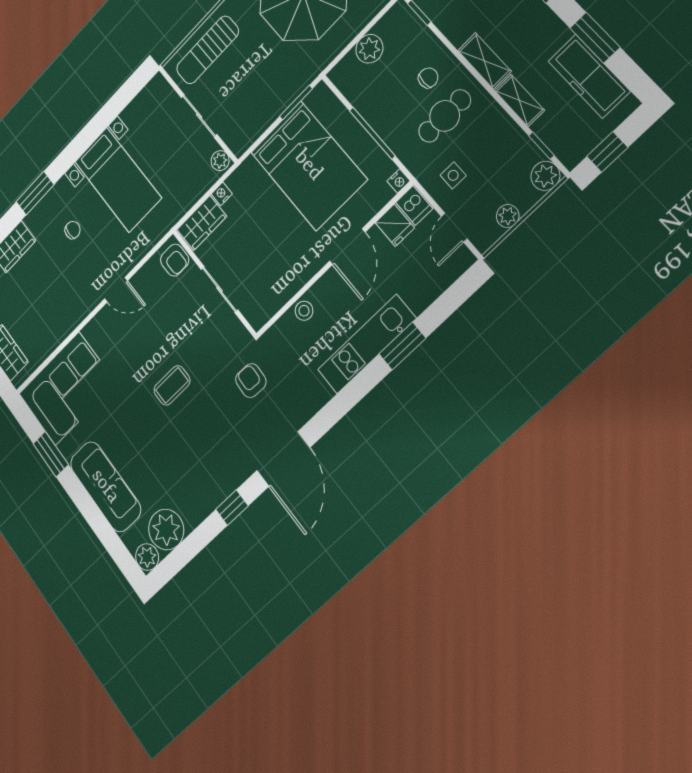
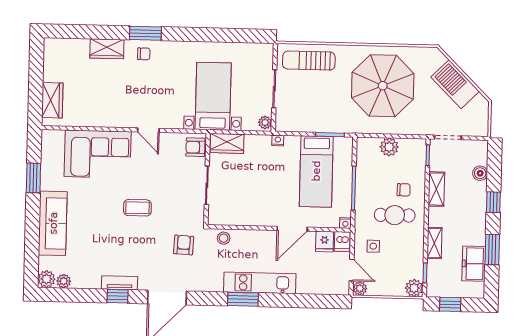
shelving: (484, 61) -> (436, 189), moved
freezer: (589, 76) -> (474, 264), width x0.71
bed: (308, 166) -> (316, 171), width x0.67
bed with nightstands: (118, 180) -> (213, 96), moved, turned 180
nightstand: (222, 194) -> (278, 140), moved
plant: (508, 216) -> (360, 288), moved
door: (454, 228) -> (352, 270), swing flipped
chair: (73, 230) -> (144, 54), moved
armchair: (175, 260) -> (195, 147), turned 90
stool: (304, 311) -> (224, 238), moved
window: (402, 346) -> (243, 299), moved
corner sofa: (67, 389) -> (98, 154), moved
tv unit: (222, 490) -> (120, 283), added
plant: (166, 530) -> (64, 281), width x0.53, depth x0.53

